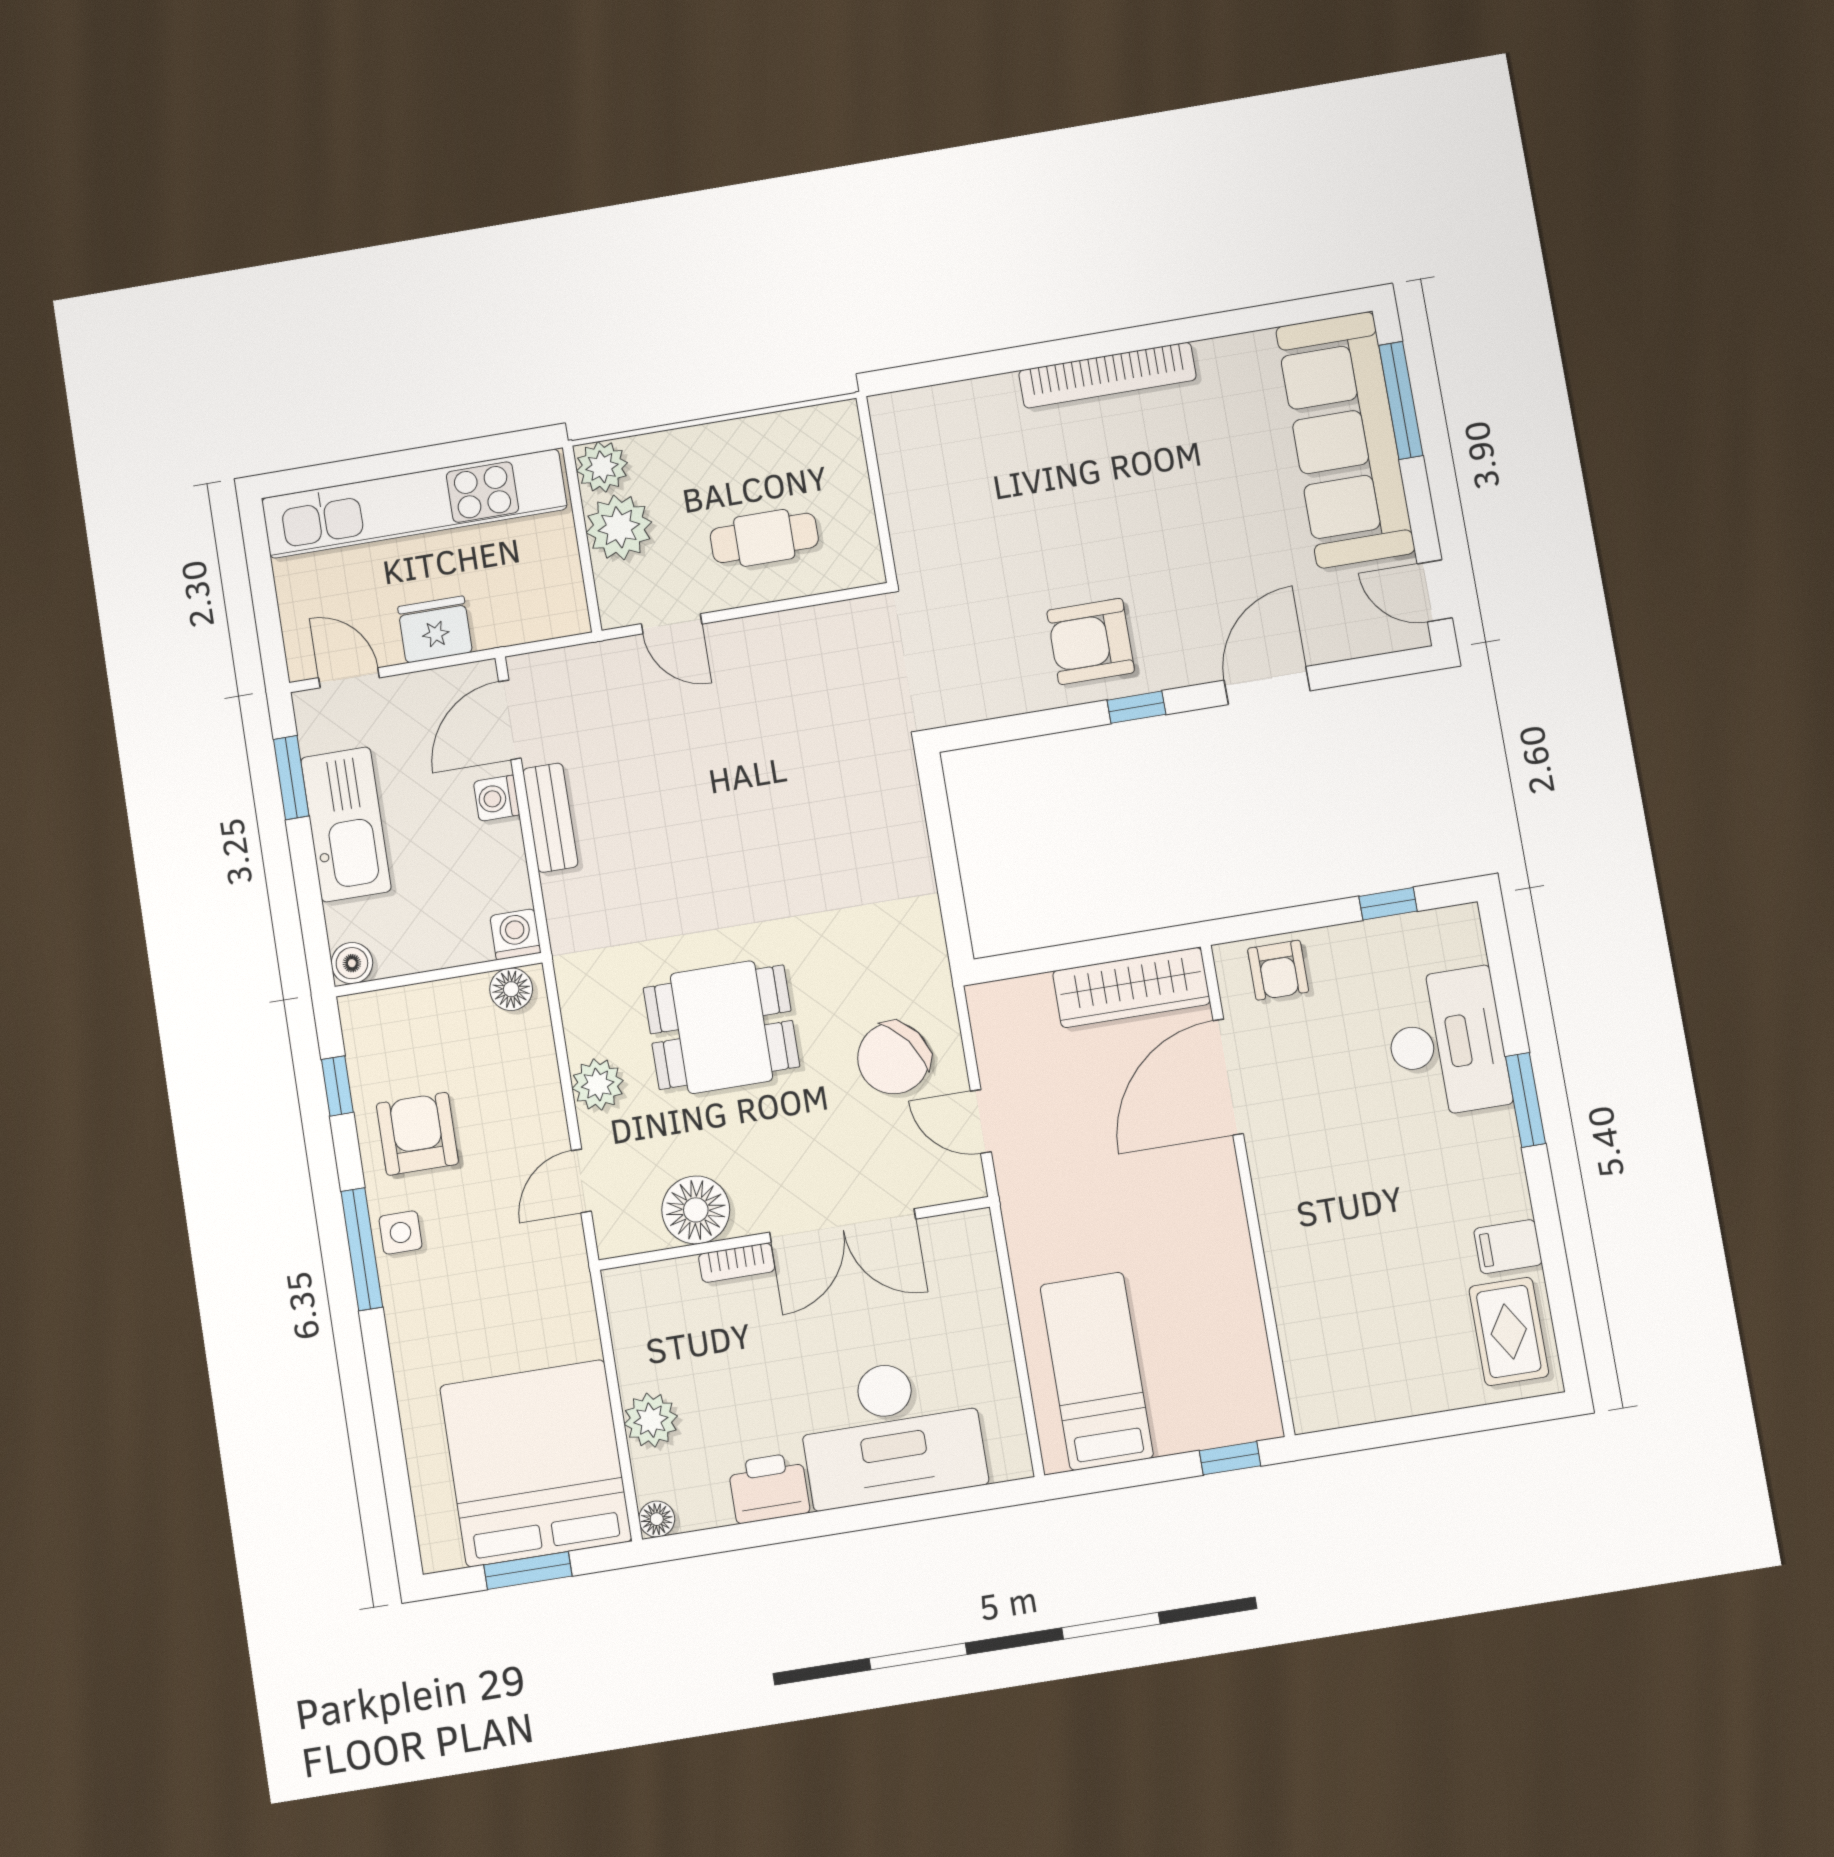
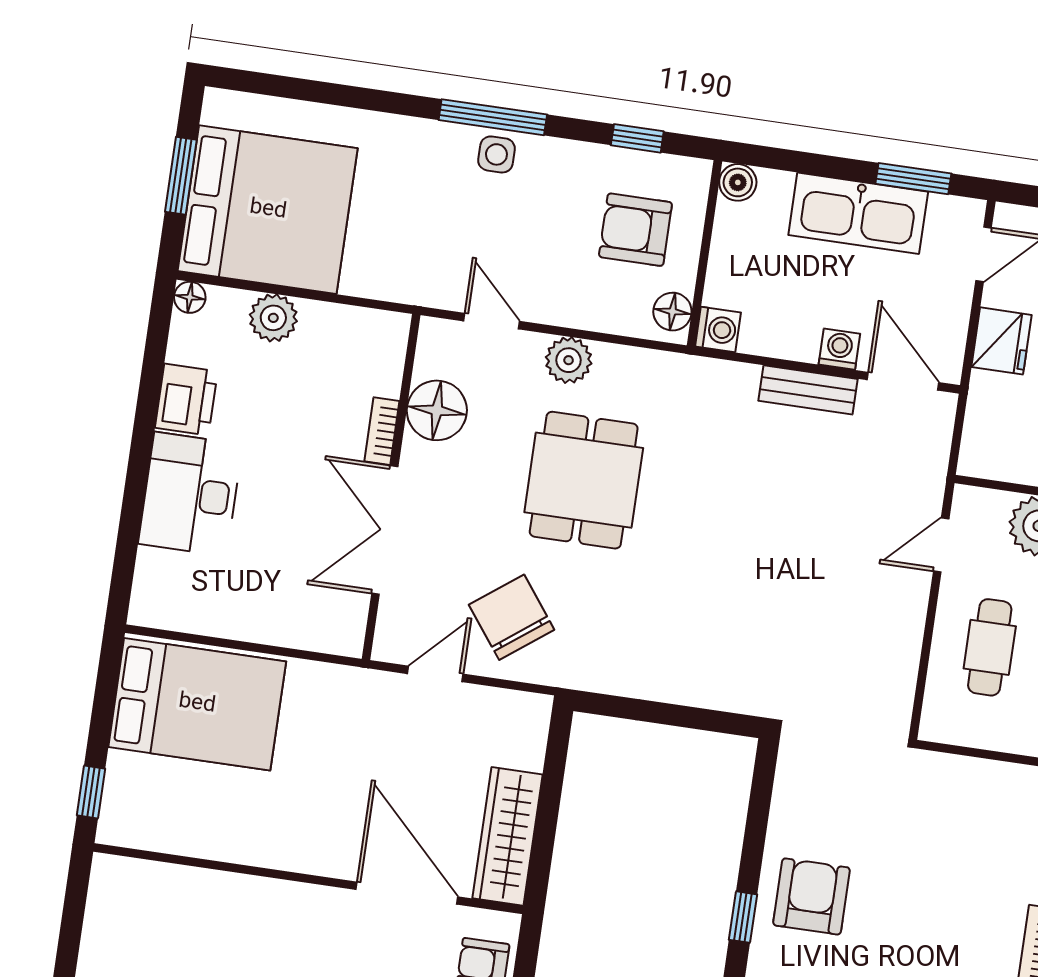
armchair: (417, 1134) -> (635, 230), moved, turned 180
bed: (1097, 1371) -> (197, 704), width x1.50
desk: (891, 1432) -> (190, 494), width x0.73, depth x0.77

